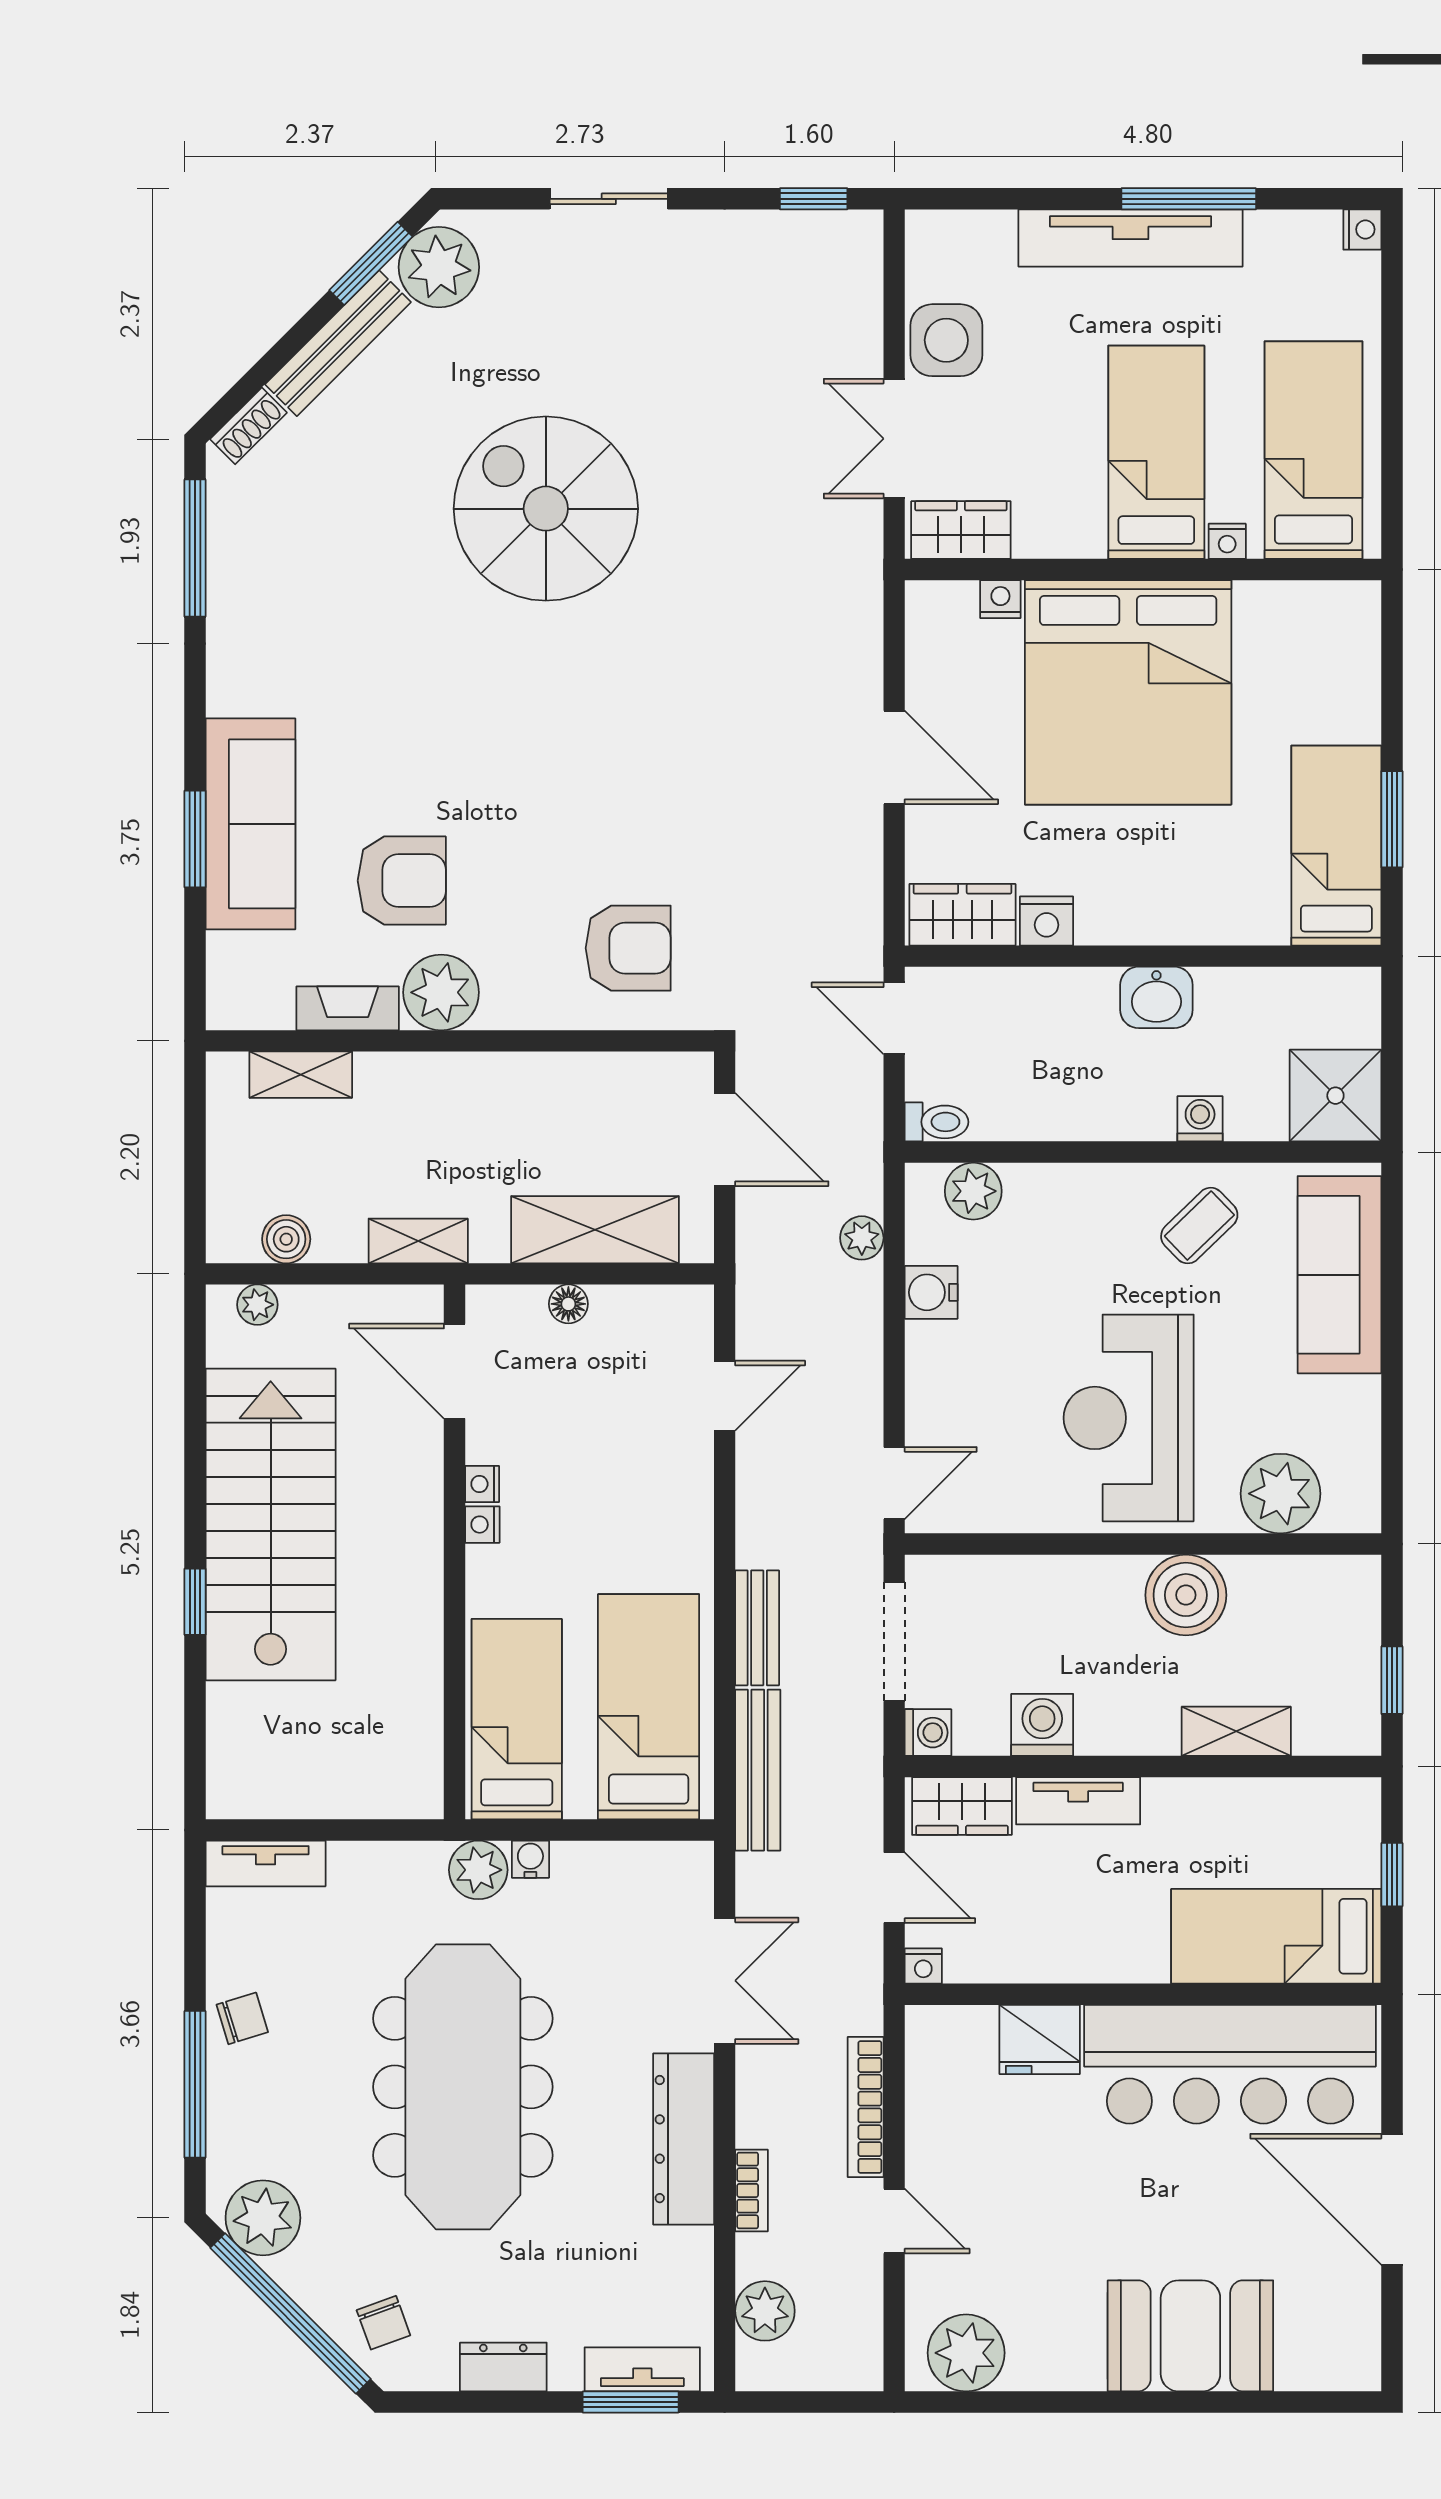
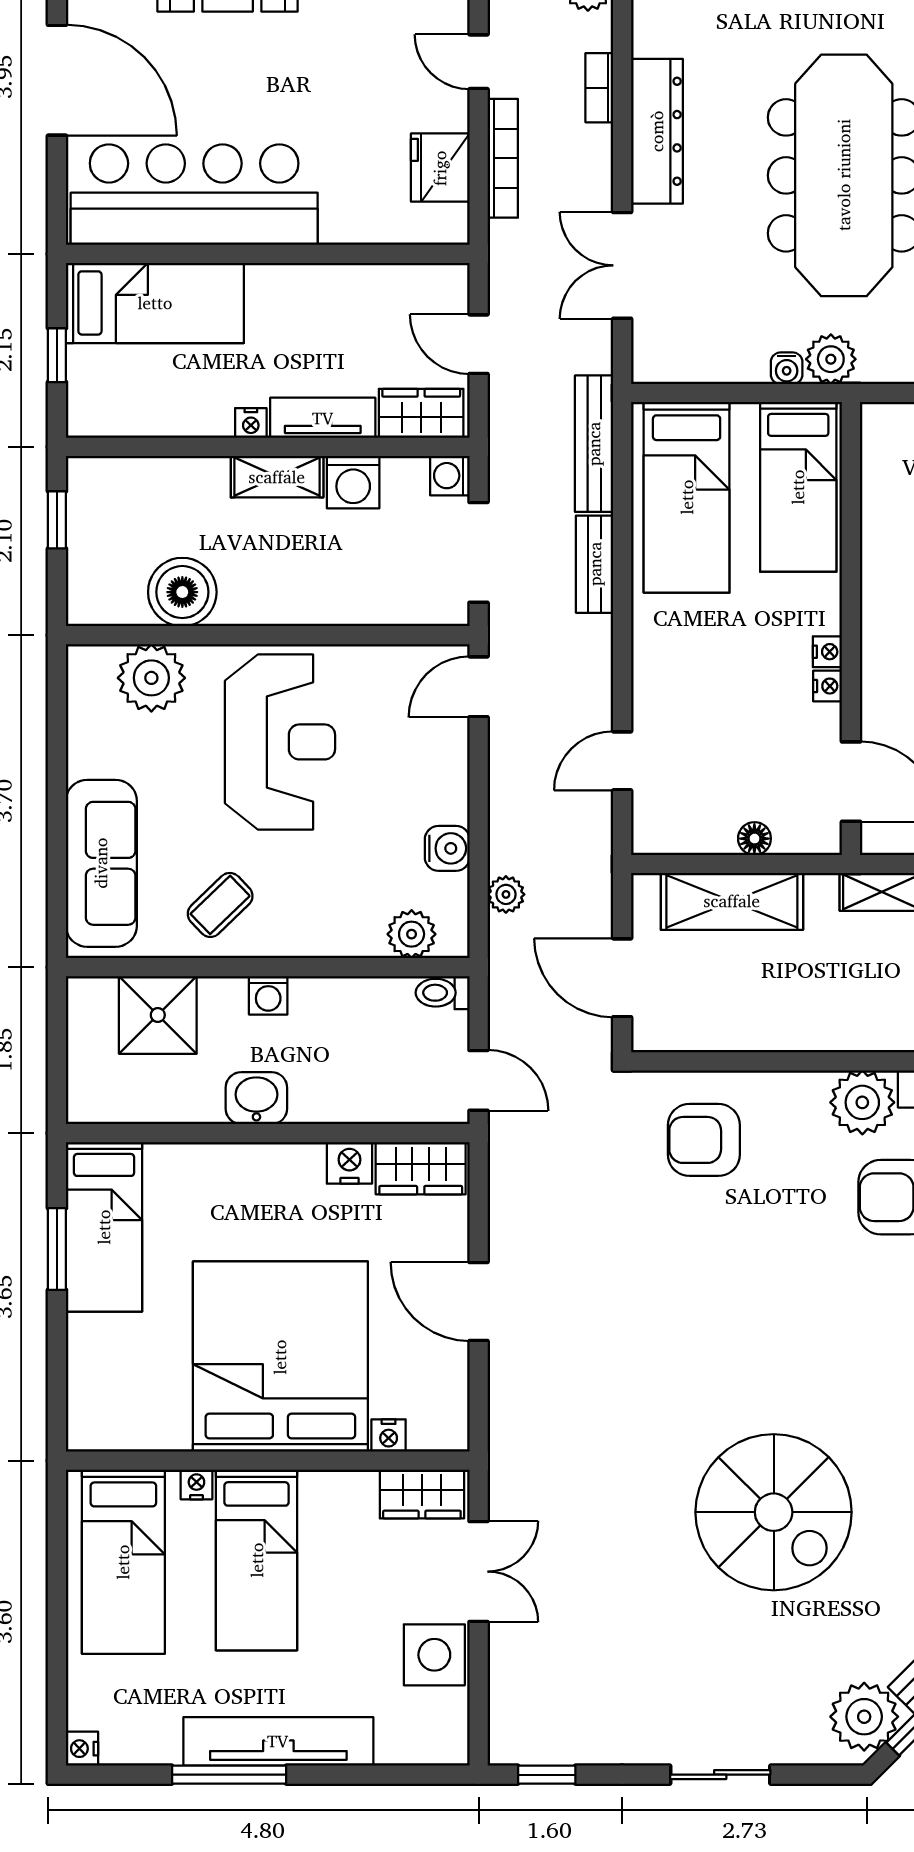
shower: (1335, 1096) -> (158, 1015), moved
washing machine: (1200, 1119) -> (268, 995), moved
boiler: (1186, 1595) -> (182, 592), moved
shelving: (1236, 1731) -> (277, 477), moved
nightstand: (923, 1966) -> (251, 423), moved, turned 180
fridge: (1040, 2039) -> (440, 168), moved, turned -90

